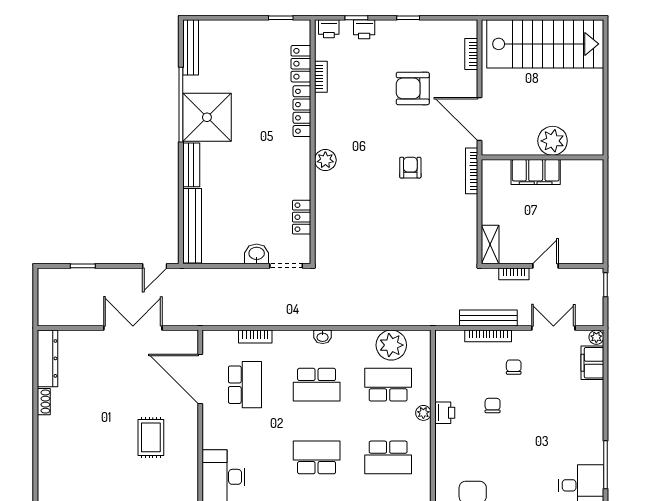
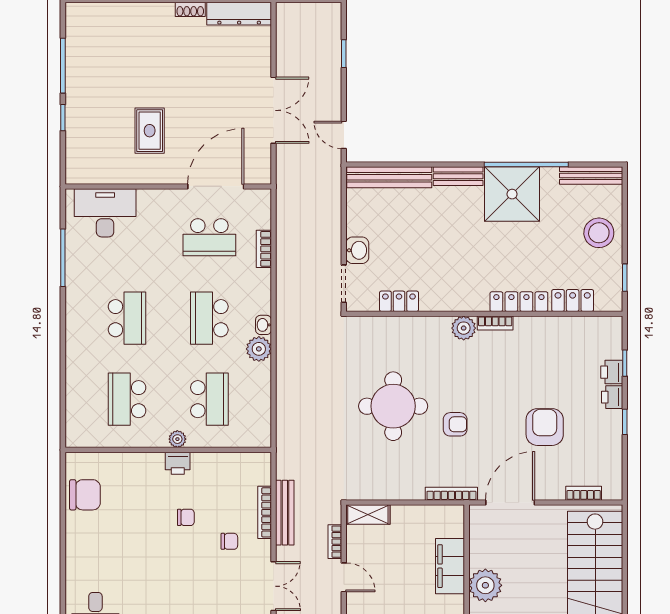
printer: (329, 29) -> (612, 397), moved
stool: (241, 41) -> (599, 233), added
bookcase: (321, 77) -> (495, 323), moved
round table: (394, 222) -> (393, 406), added
plant: (391, 345) -> (259, 349), moved, width x0.73, depth x0.73
rug: (151, 437) -> (150, 131), turned 90

